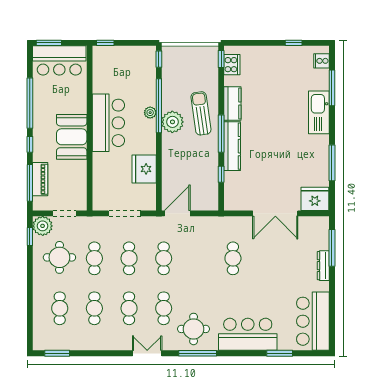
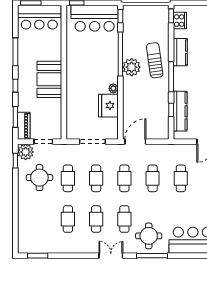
window: (30, 103) -> (15, 52), width x0.68
plant: (150, 113) -> (113, 88), moved
bar counter: (108, 123) -> (95, 18), moved, turned 90
kitchen counter: (232, 146) -> (180, 111), moved
piano: (40, 179) -> (24, 126), moved
window: (30, 183) -> (15, 117), width x0.69
cafe table: (60, 308) -> (153, 178), moved

